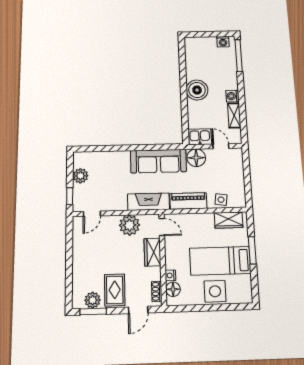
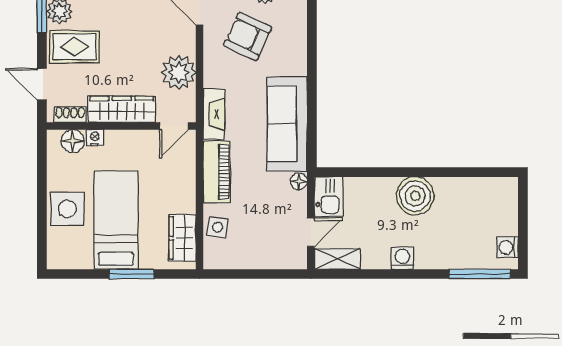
shelving: (234, 115) -> (337, 259), moved
floor lamp: (196, 158) -> (299, 181), width x0.53, depth x0.53
armchair: (107, 185) -> (248, 36), added
fireplace: (148, 202) -> (214, 114), width x0.73, depth x0.76
wardrobe: (152, 252) -> (122, 109), width x1.50

